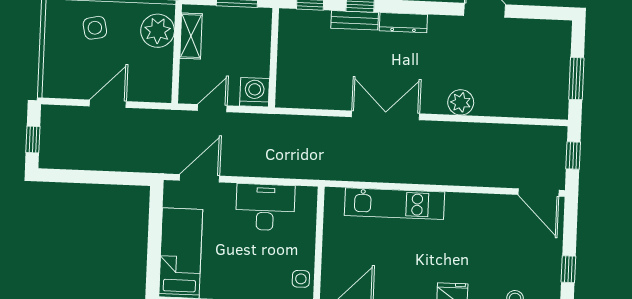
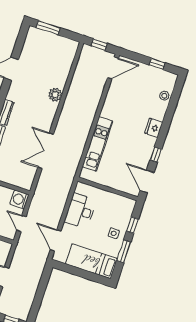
window: (576, 79) -> (48, 28), moved
double door: (386, 115) -> (46, 151), moved
side table: (301, 279) -> (114, 233), moved

